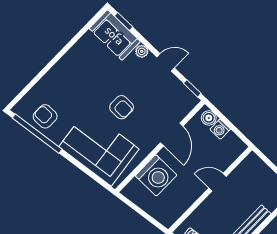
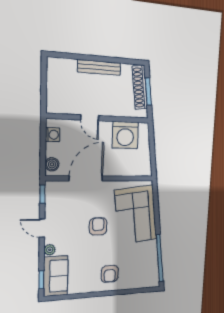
armchair: (45, 116) -> (110, 274), moved
washing machine: (220, 129) -> (53, 135), moved
door: (172, 134) -> (86, 178), width x1.36
washing machine: (156, 175) -> (125, 135), moved, turned 180

